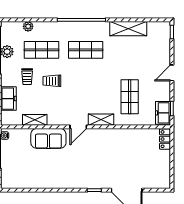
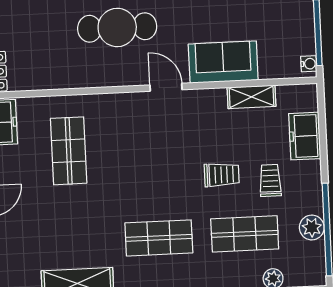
shelving: (101, 120) -> (122, 103), removed
door: (78, 127) -> (166, 87), hinge flipped
cafe table: (102, 159) -> (117, 27), added

